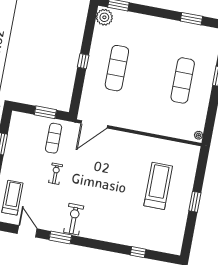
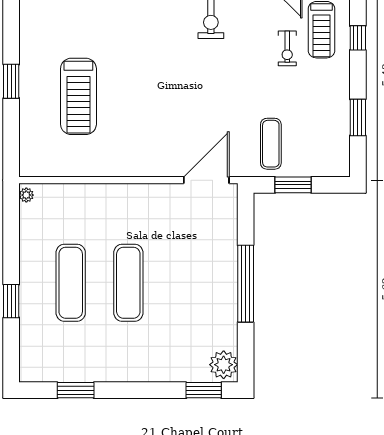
window: (83, 61) -> (246, 284), width x3.17
exercise mat: (117, 68) -> (128, 283), moved
exercise bike: (56, 174) -> (287, 48), moved

